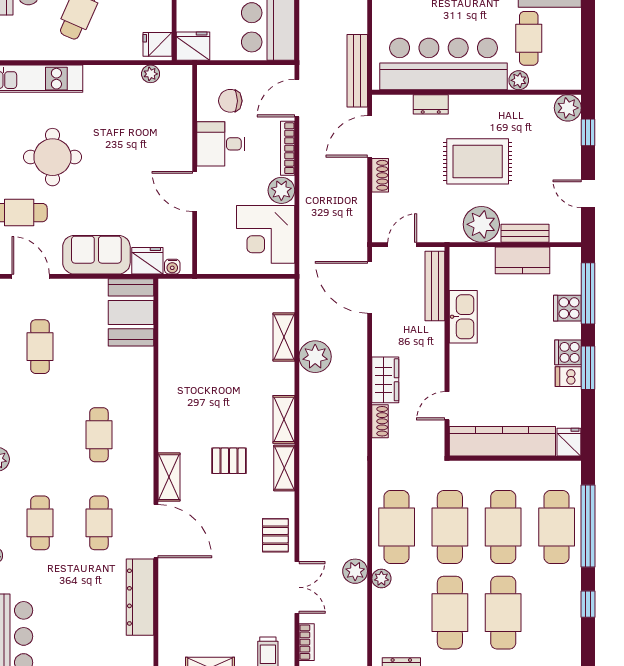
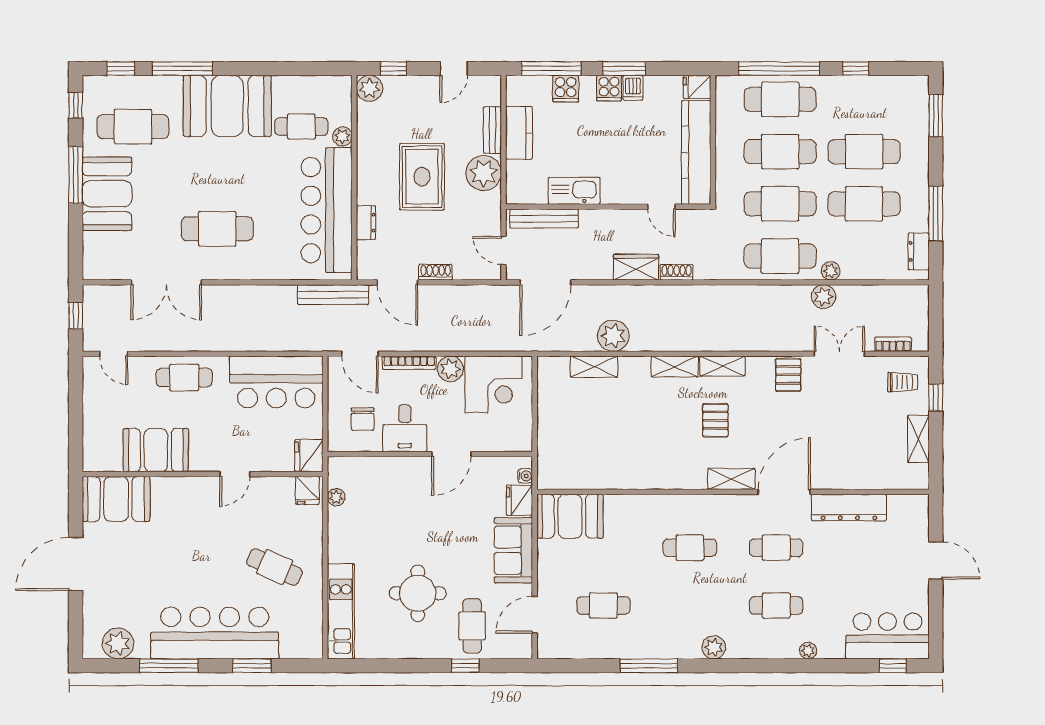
pallet: (275, 535) -> (788, 375), turned 90

